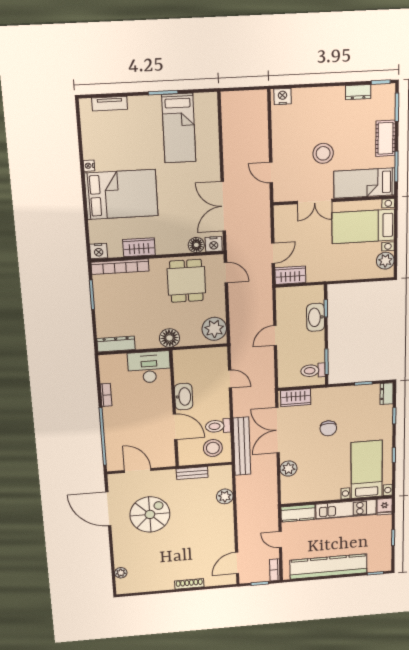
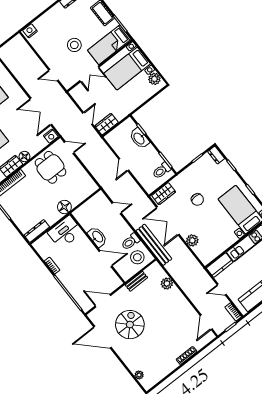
floor lamp: (196, 245) -> (24, 157), moved
plant: (214, 329) -> (86, 184), removed

